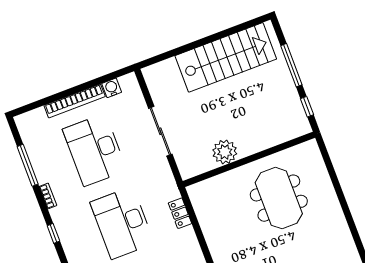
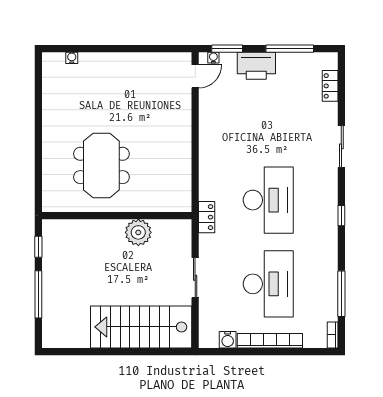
stairs: (226, 57) -> (141, 327), moved
sliding door: (160, 131) -> (195, 278), width x0.73
bookcase: (48, 196) -> (333, 335), moved
locker: (180, 213) -> (207, 217), moved

